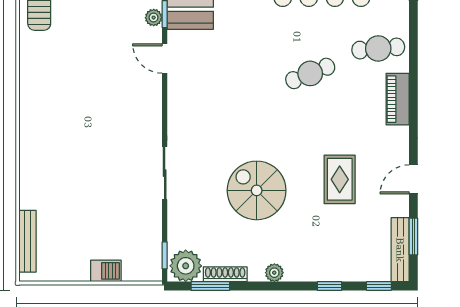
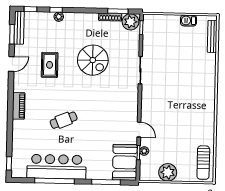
cafe table: (378, 48) -> (28, 132), removed
barbecue: (106, 271) -> (188, 21), moved
plant: (274, 273) -> (59, 17), moved

